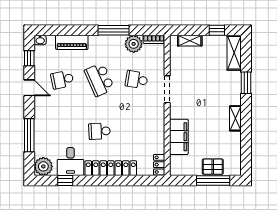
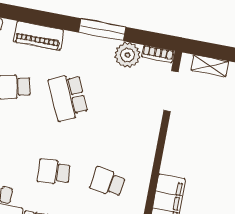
school desk: (137, 80) -> (108, 182), moved
doorway: (167, 89) -> (171, 91), moved

